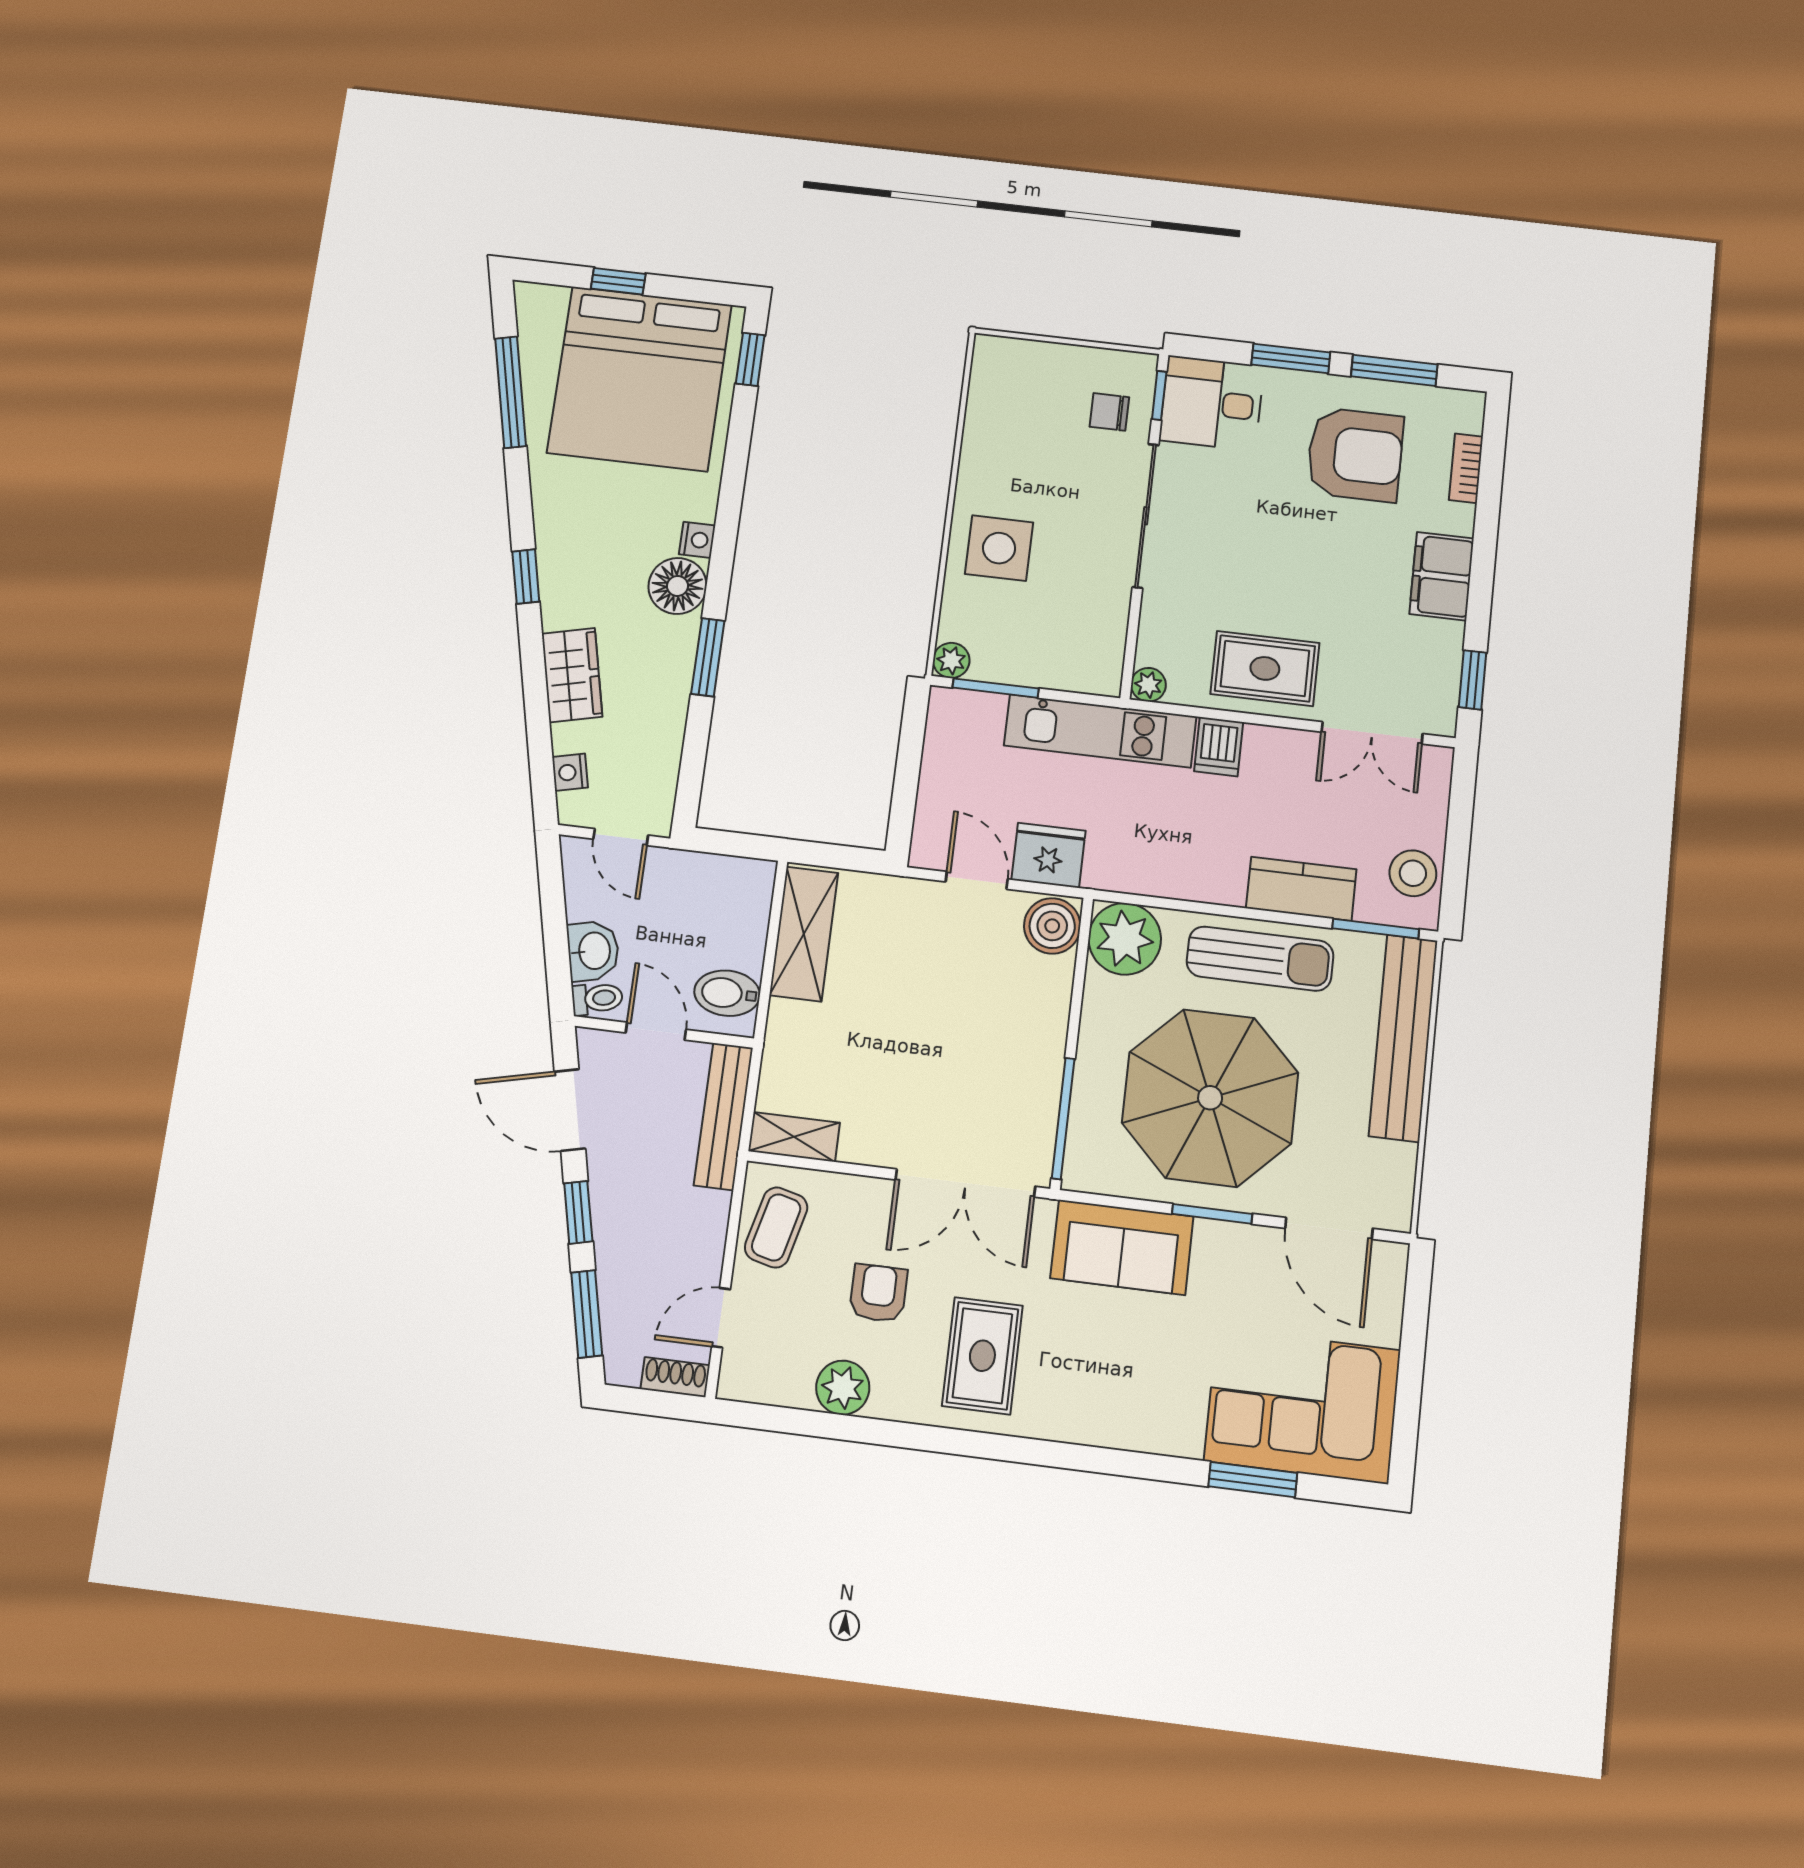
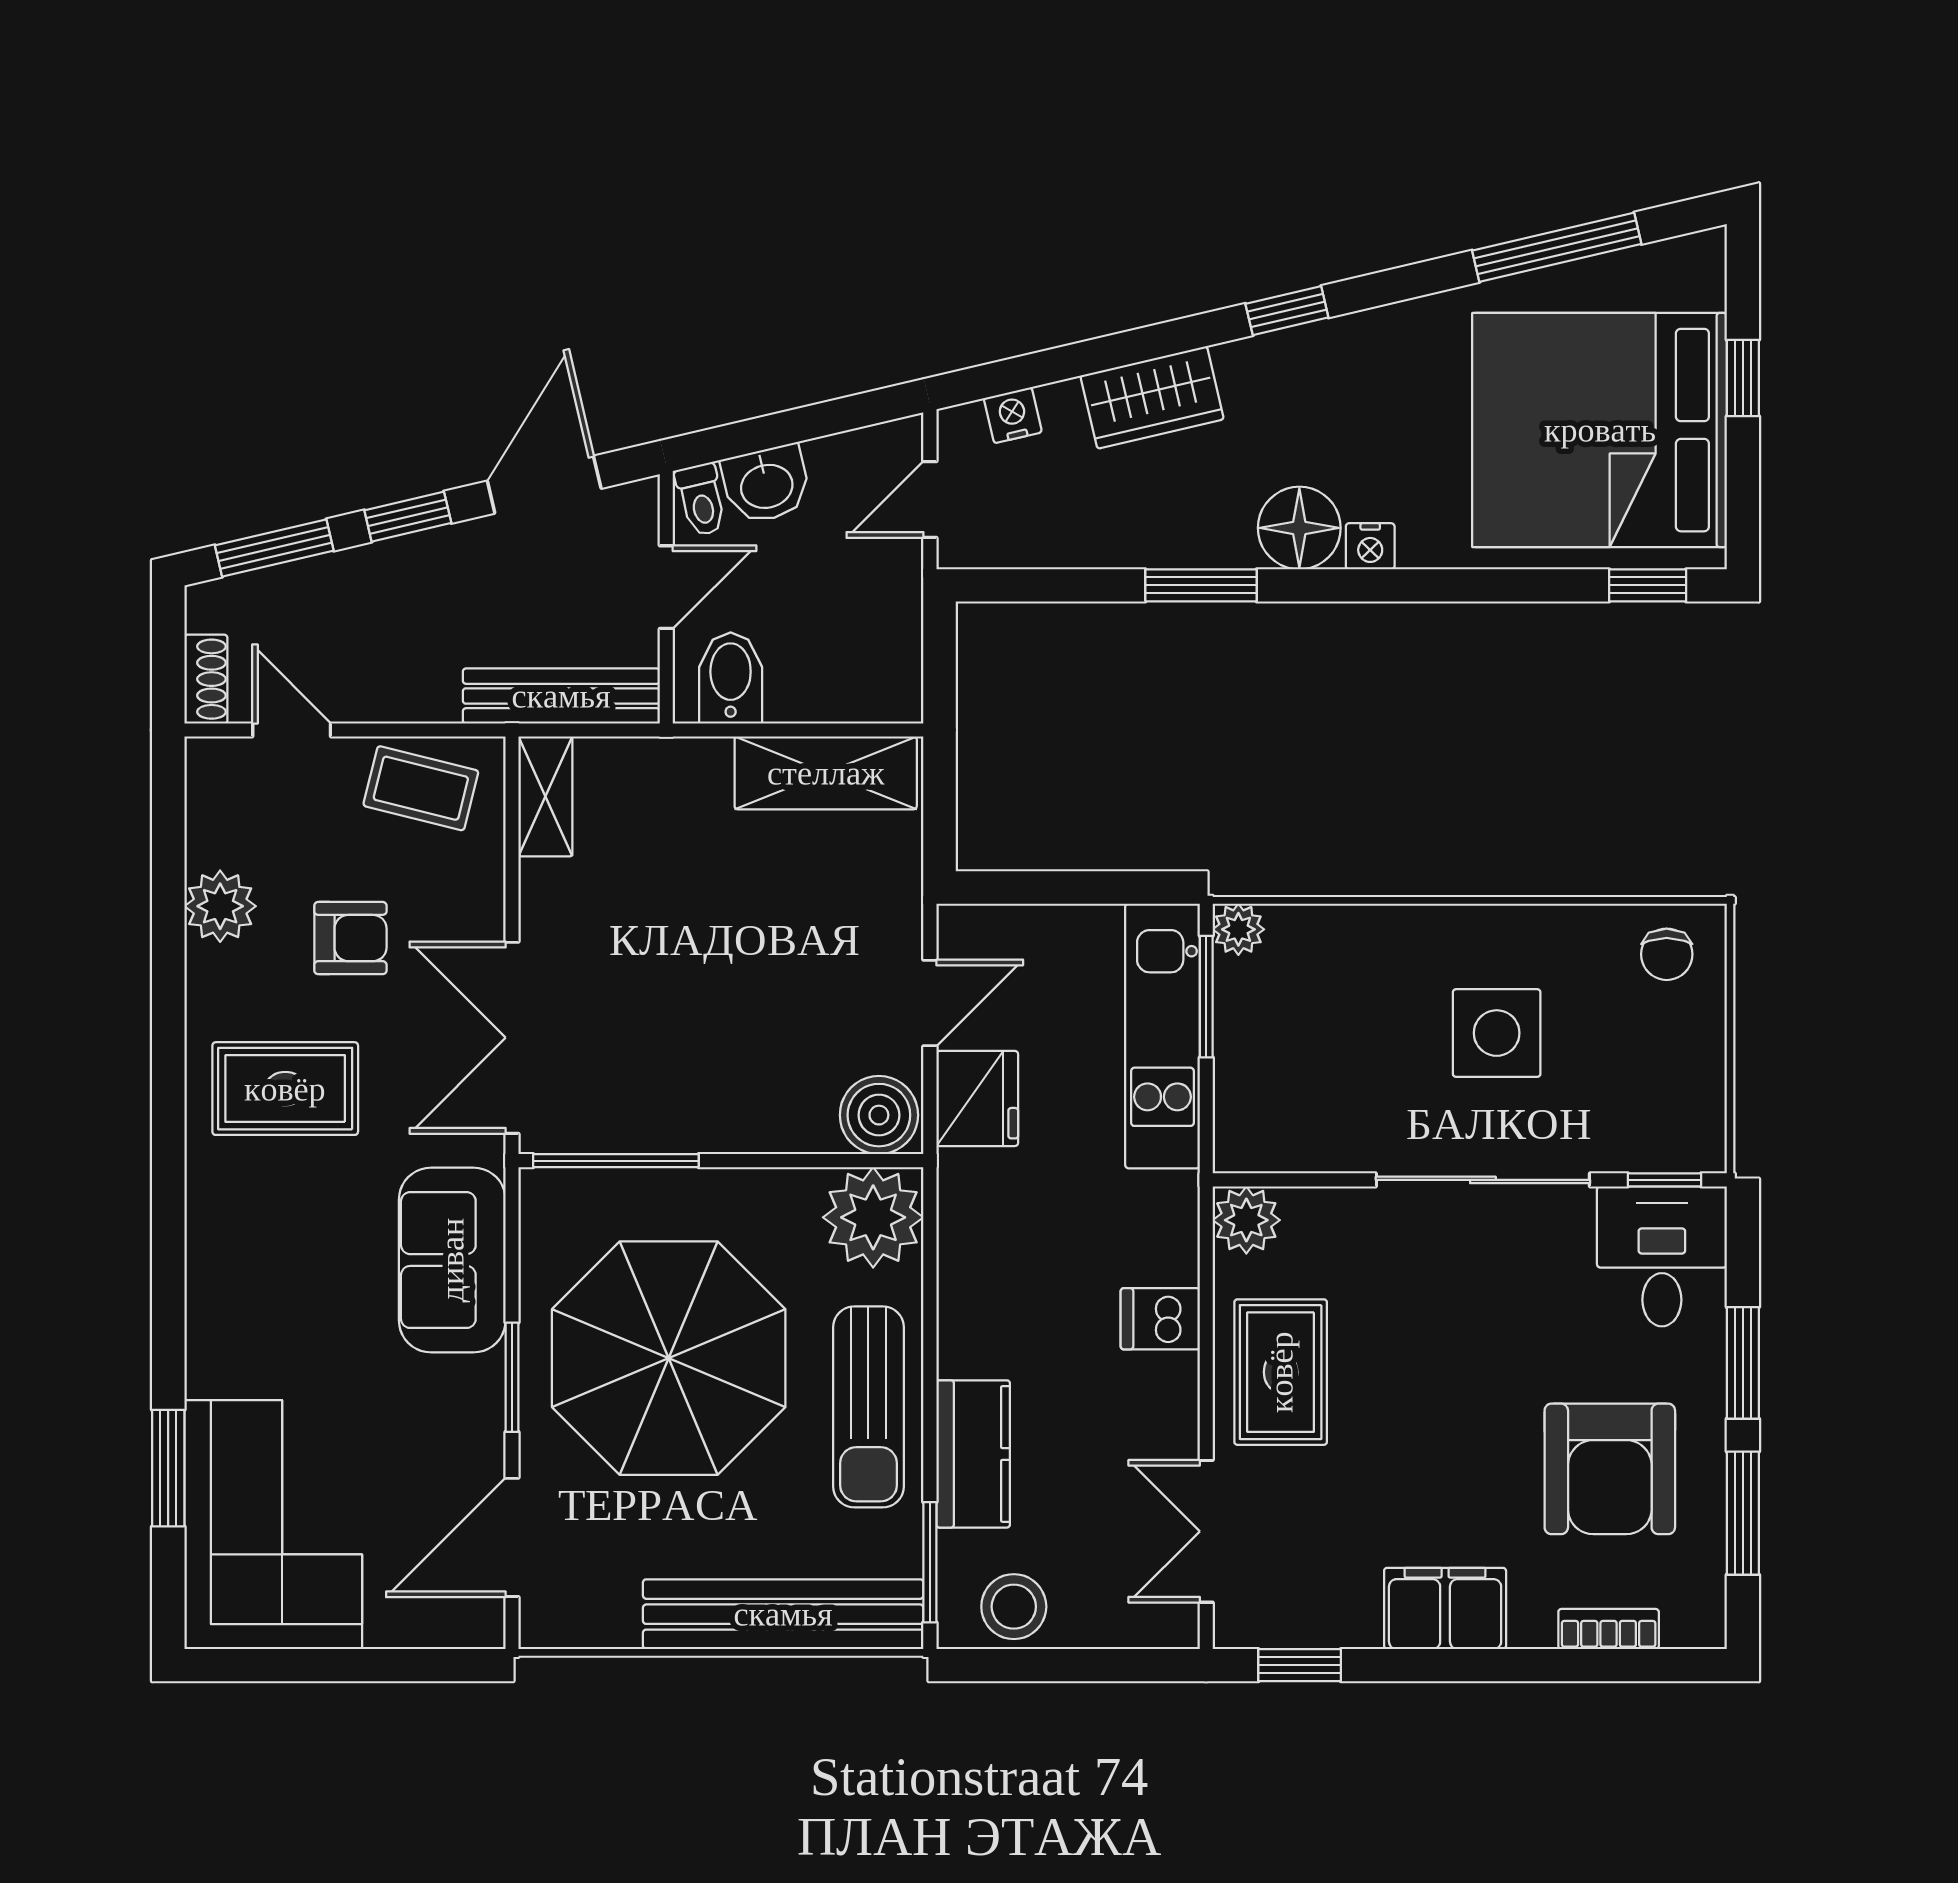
chair: (1109, 412) -> (1667, 954), moved, turned 180
side table: (999, 548) -> (1497, 1033), moved
plant: (1148, 685) -> (1246, 1220), width x1.38, depth x1.38
kitchen unit: (1100, 731) -> (1162, 1036), moved

